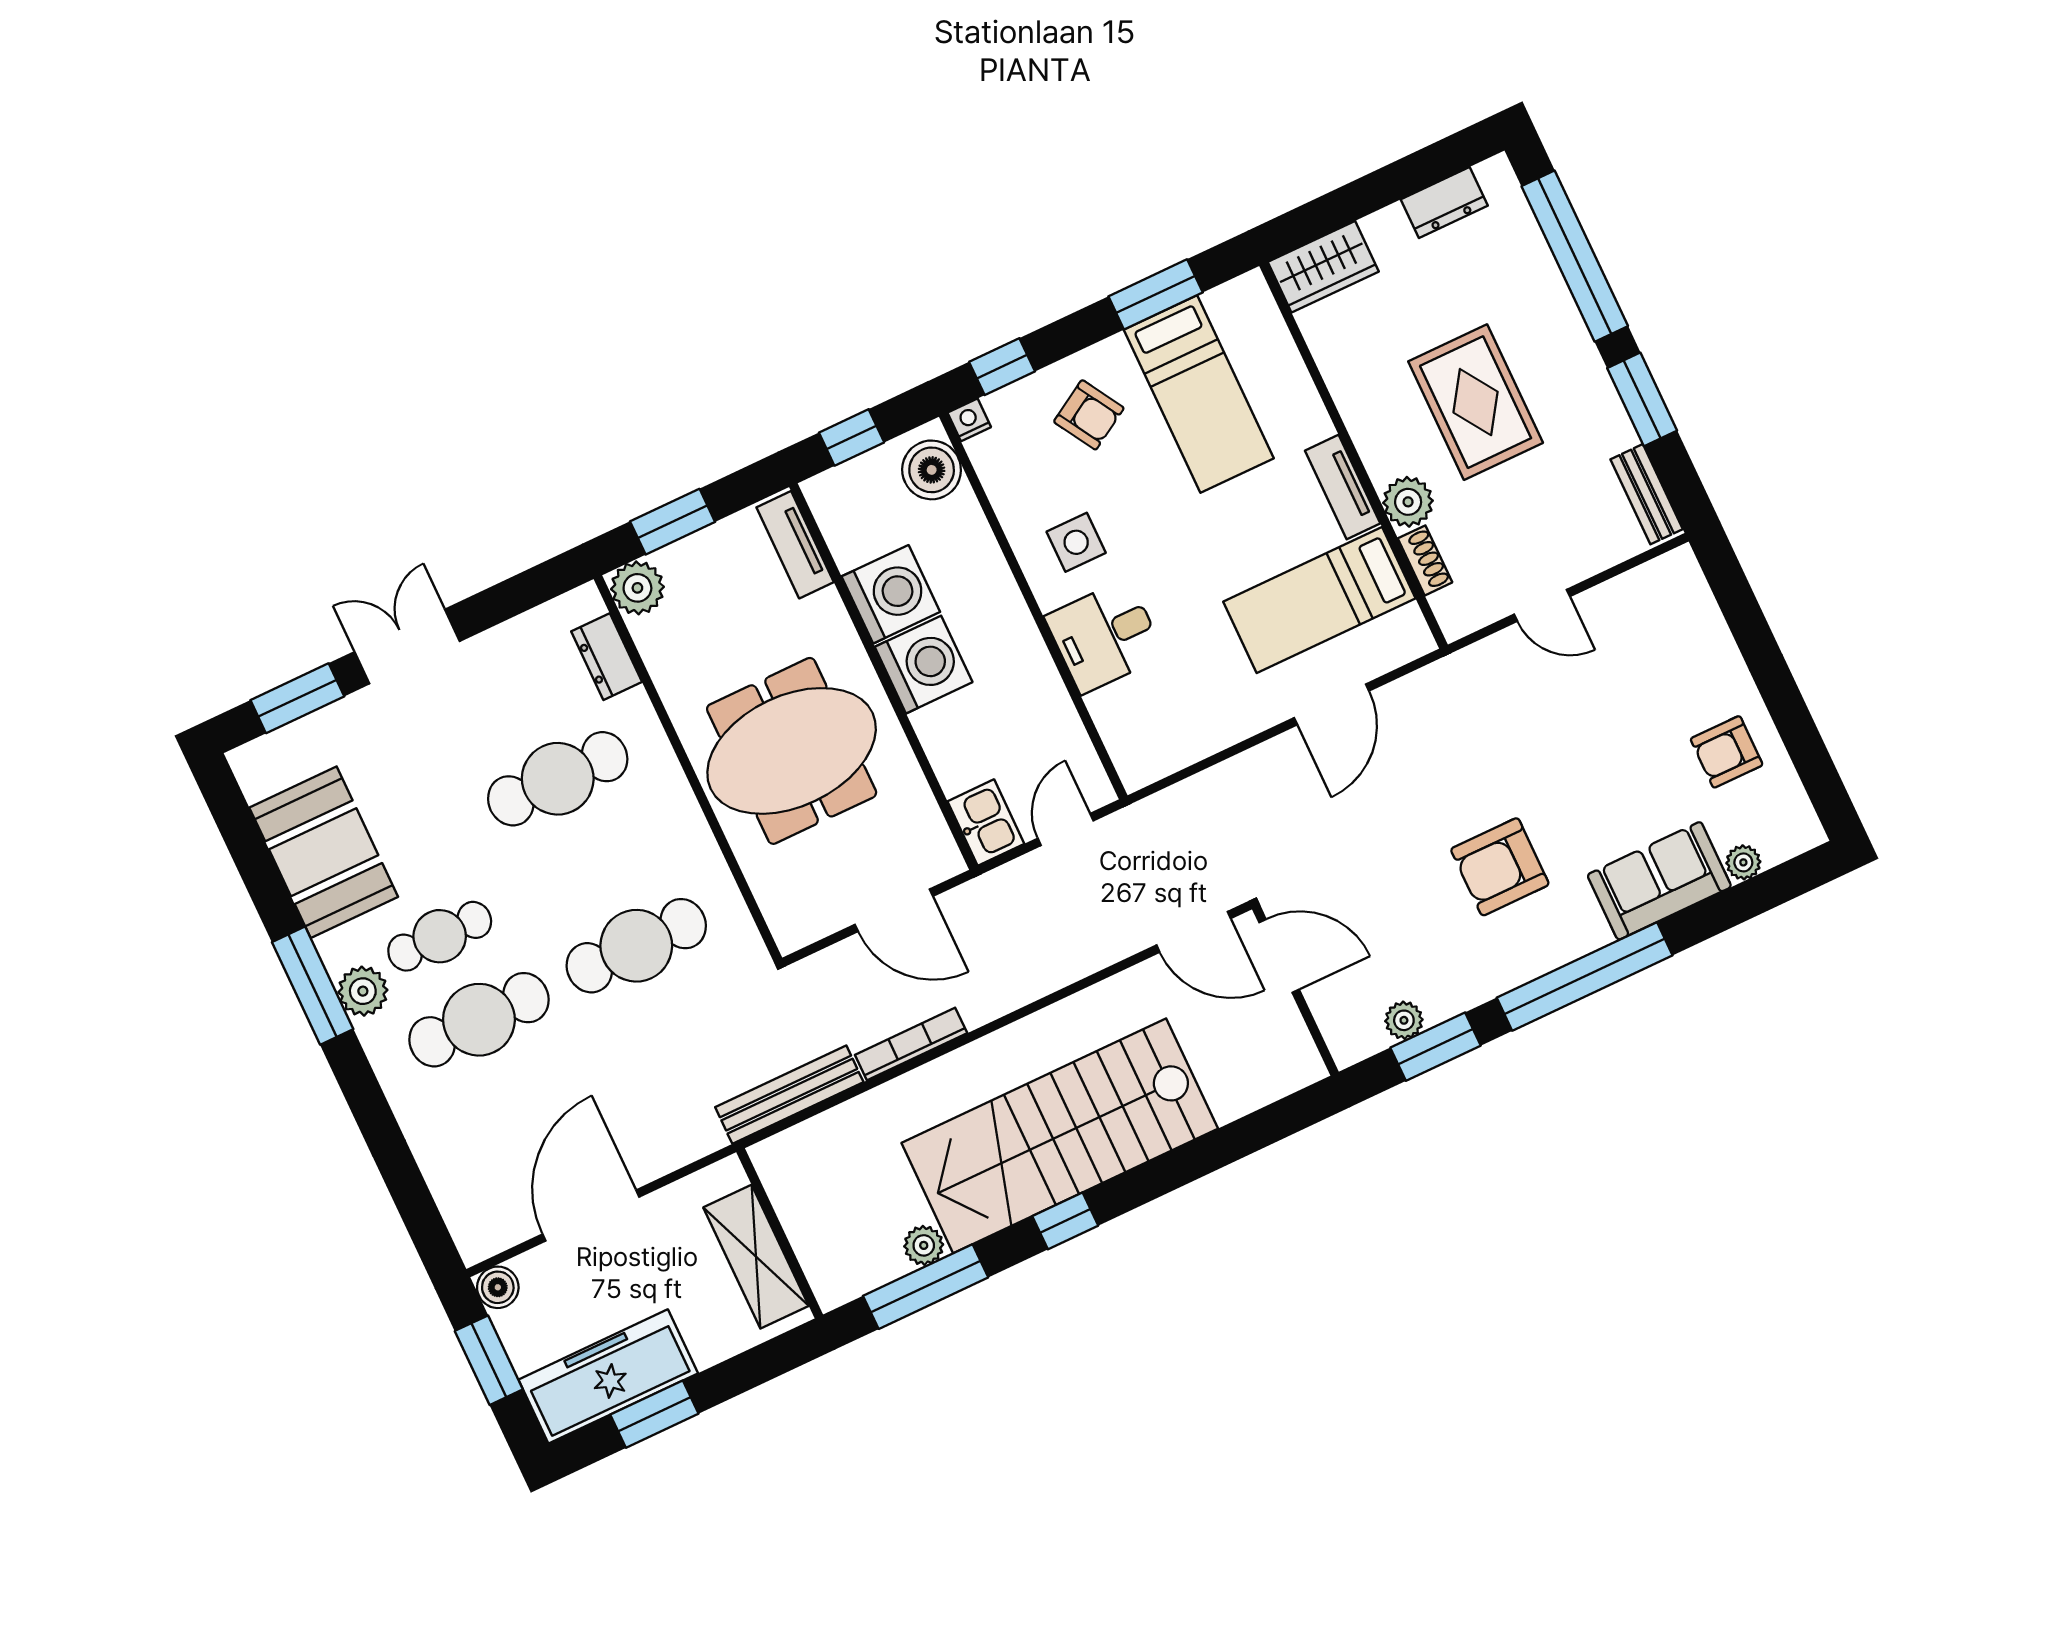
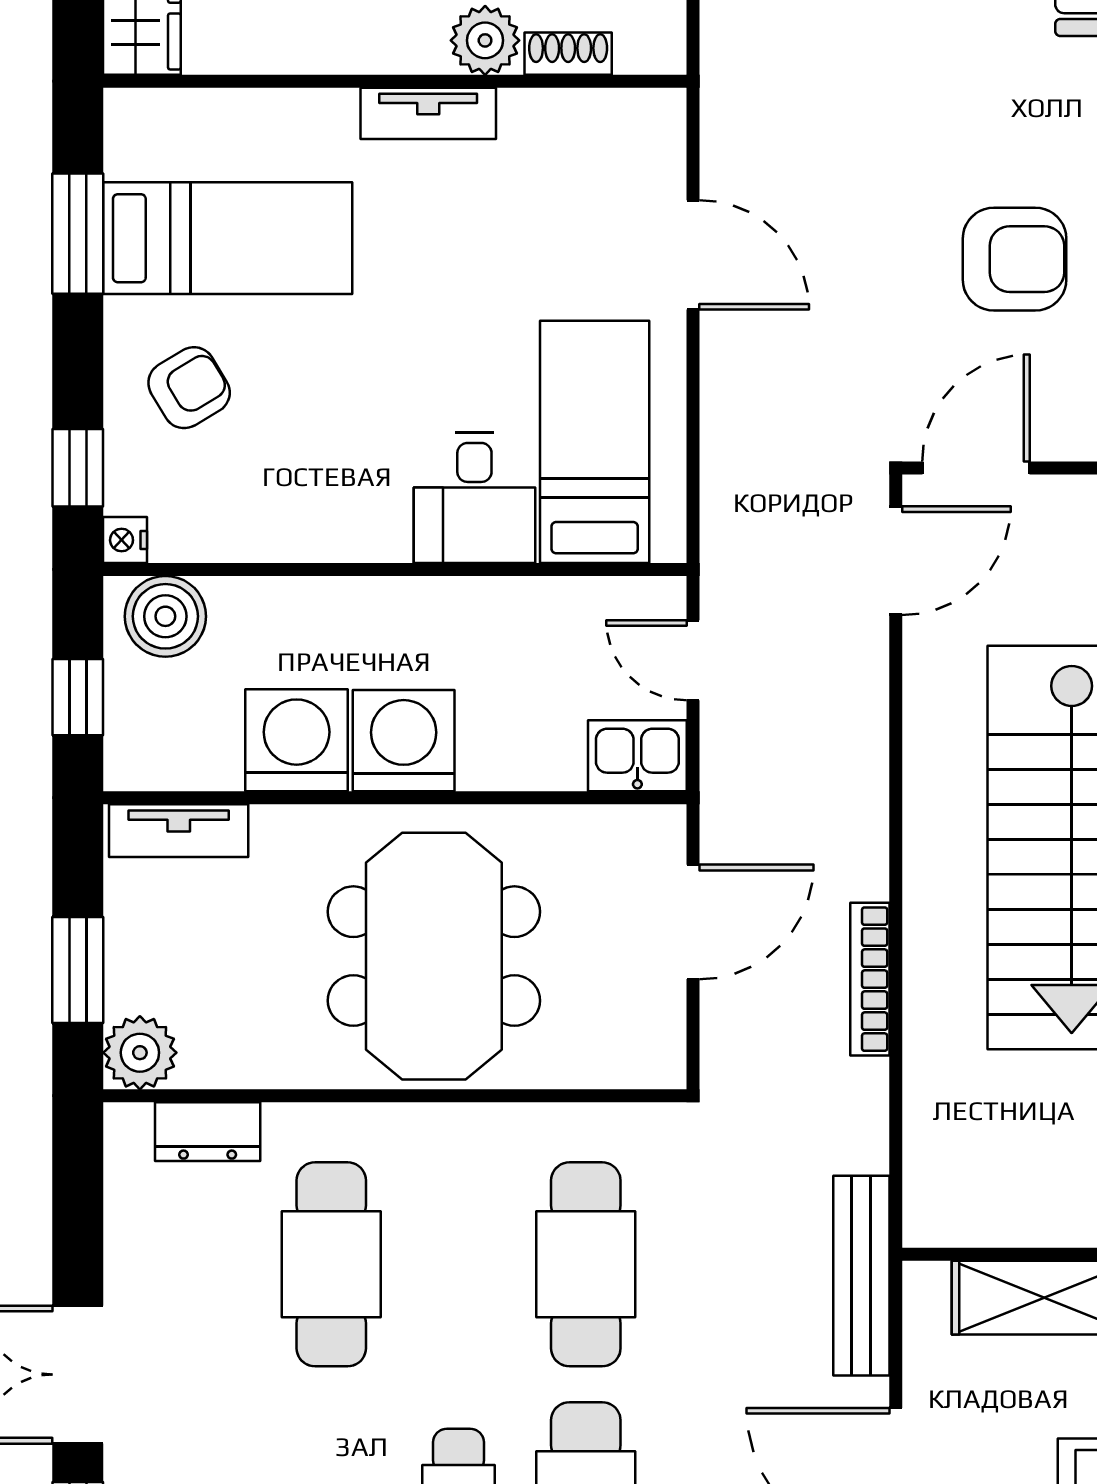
side table: (1076, 542) -> (341, 478), removed
bed: (1319, 600) -> (595, 442), moved, turned 180
armchair: (1500, 867) -> (1015, 259), moved, turned -90
bench: (789, 1095) -> (861, 1276), moved

